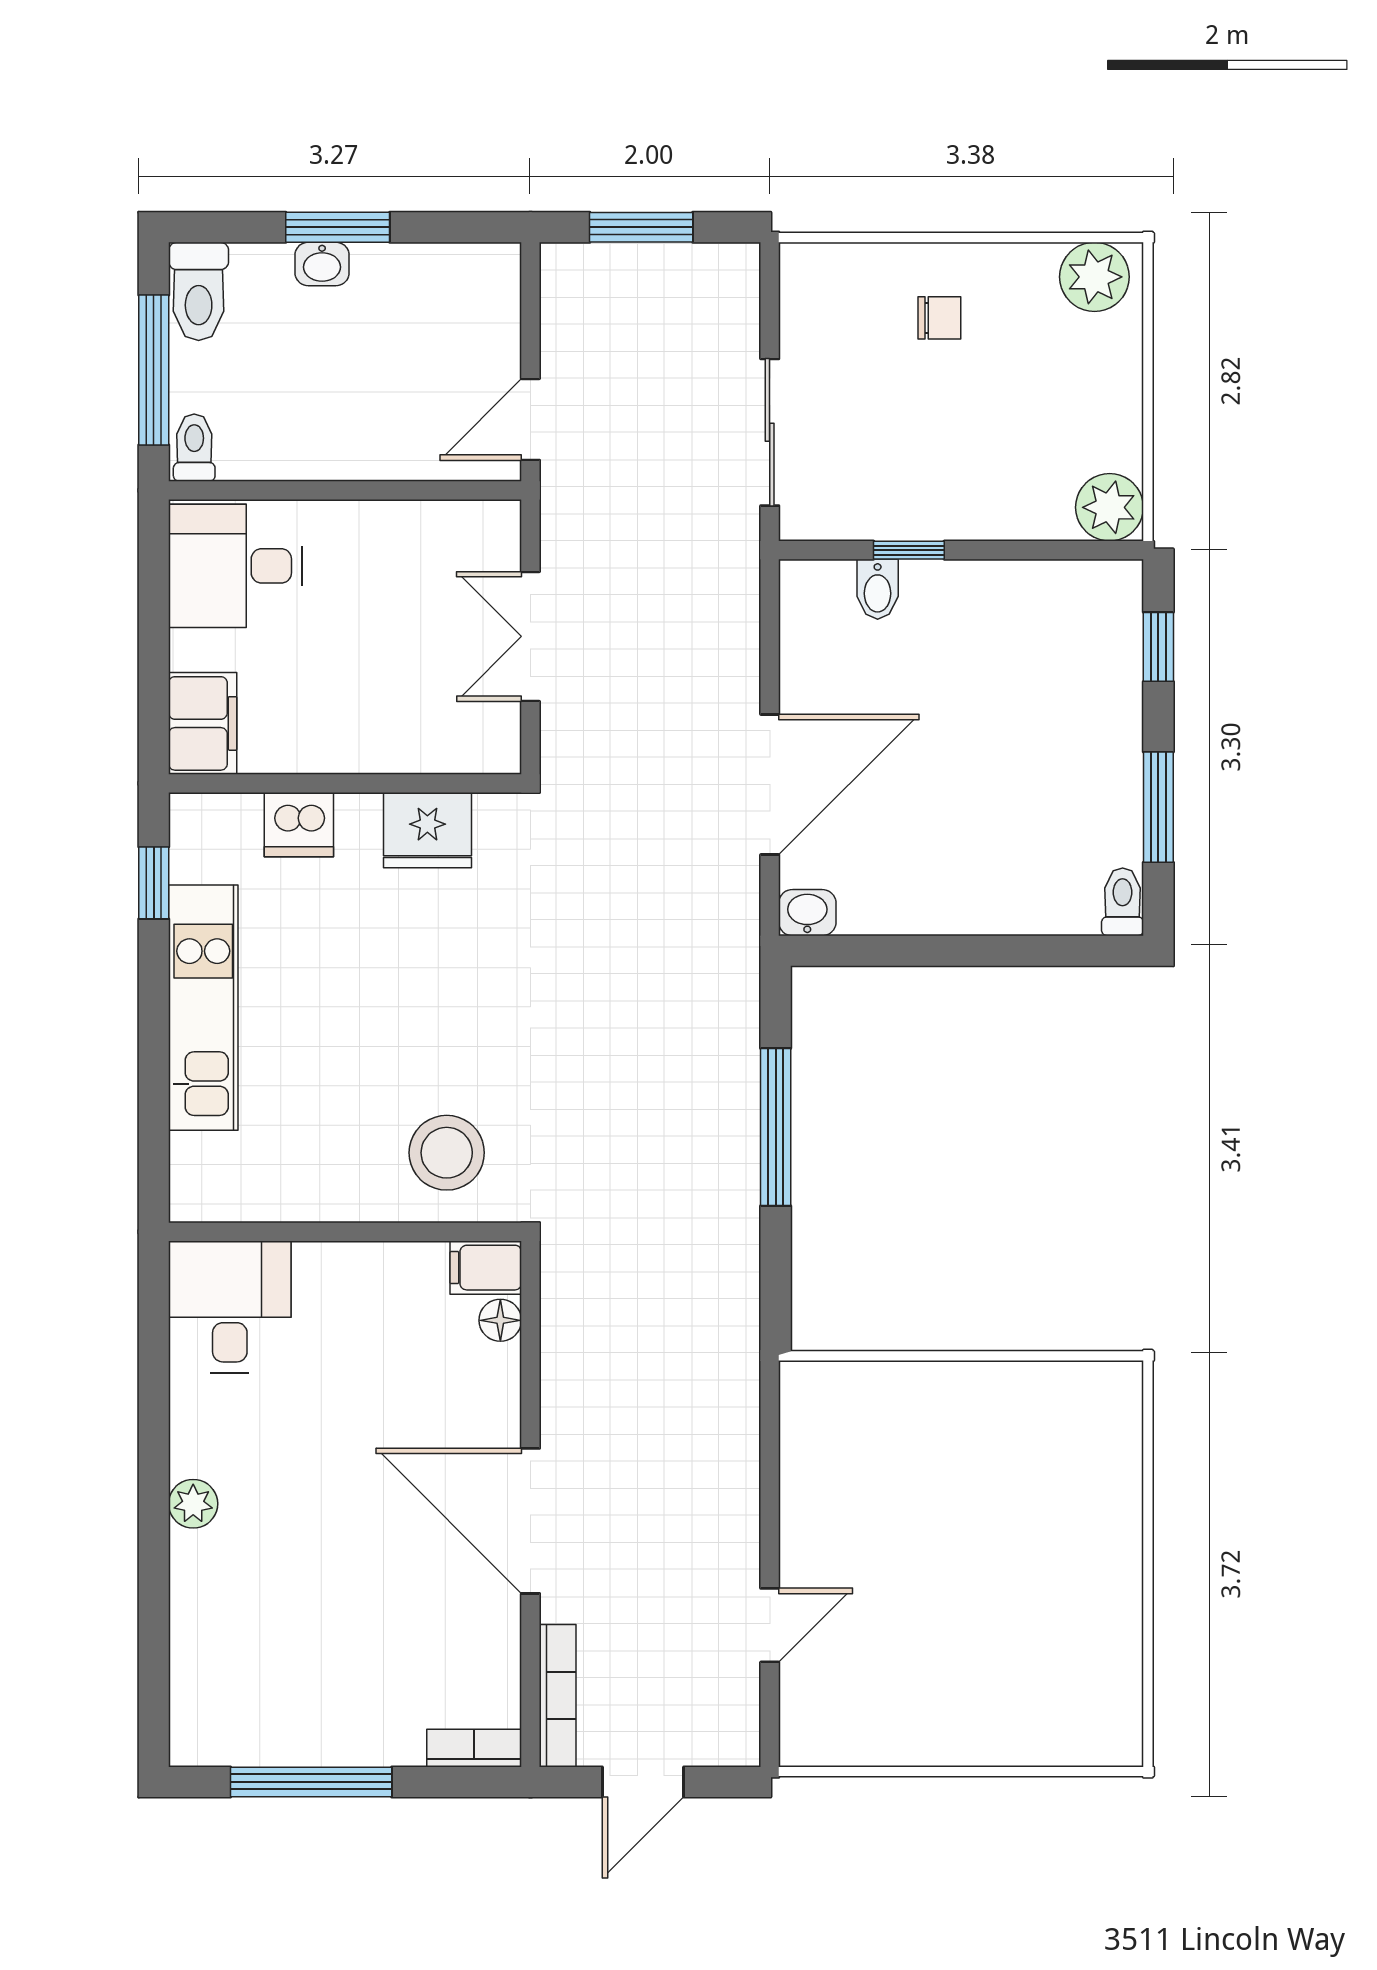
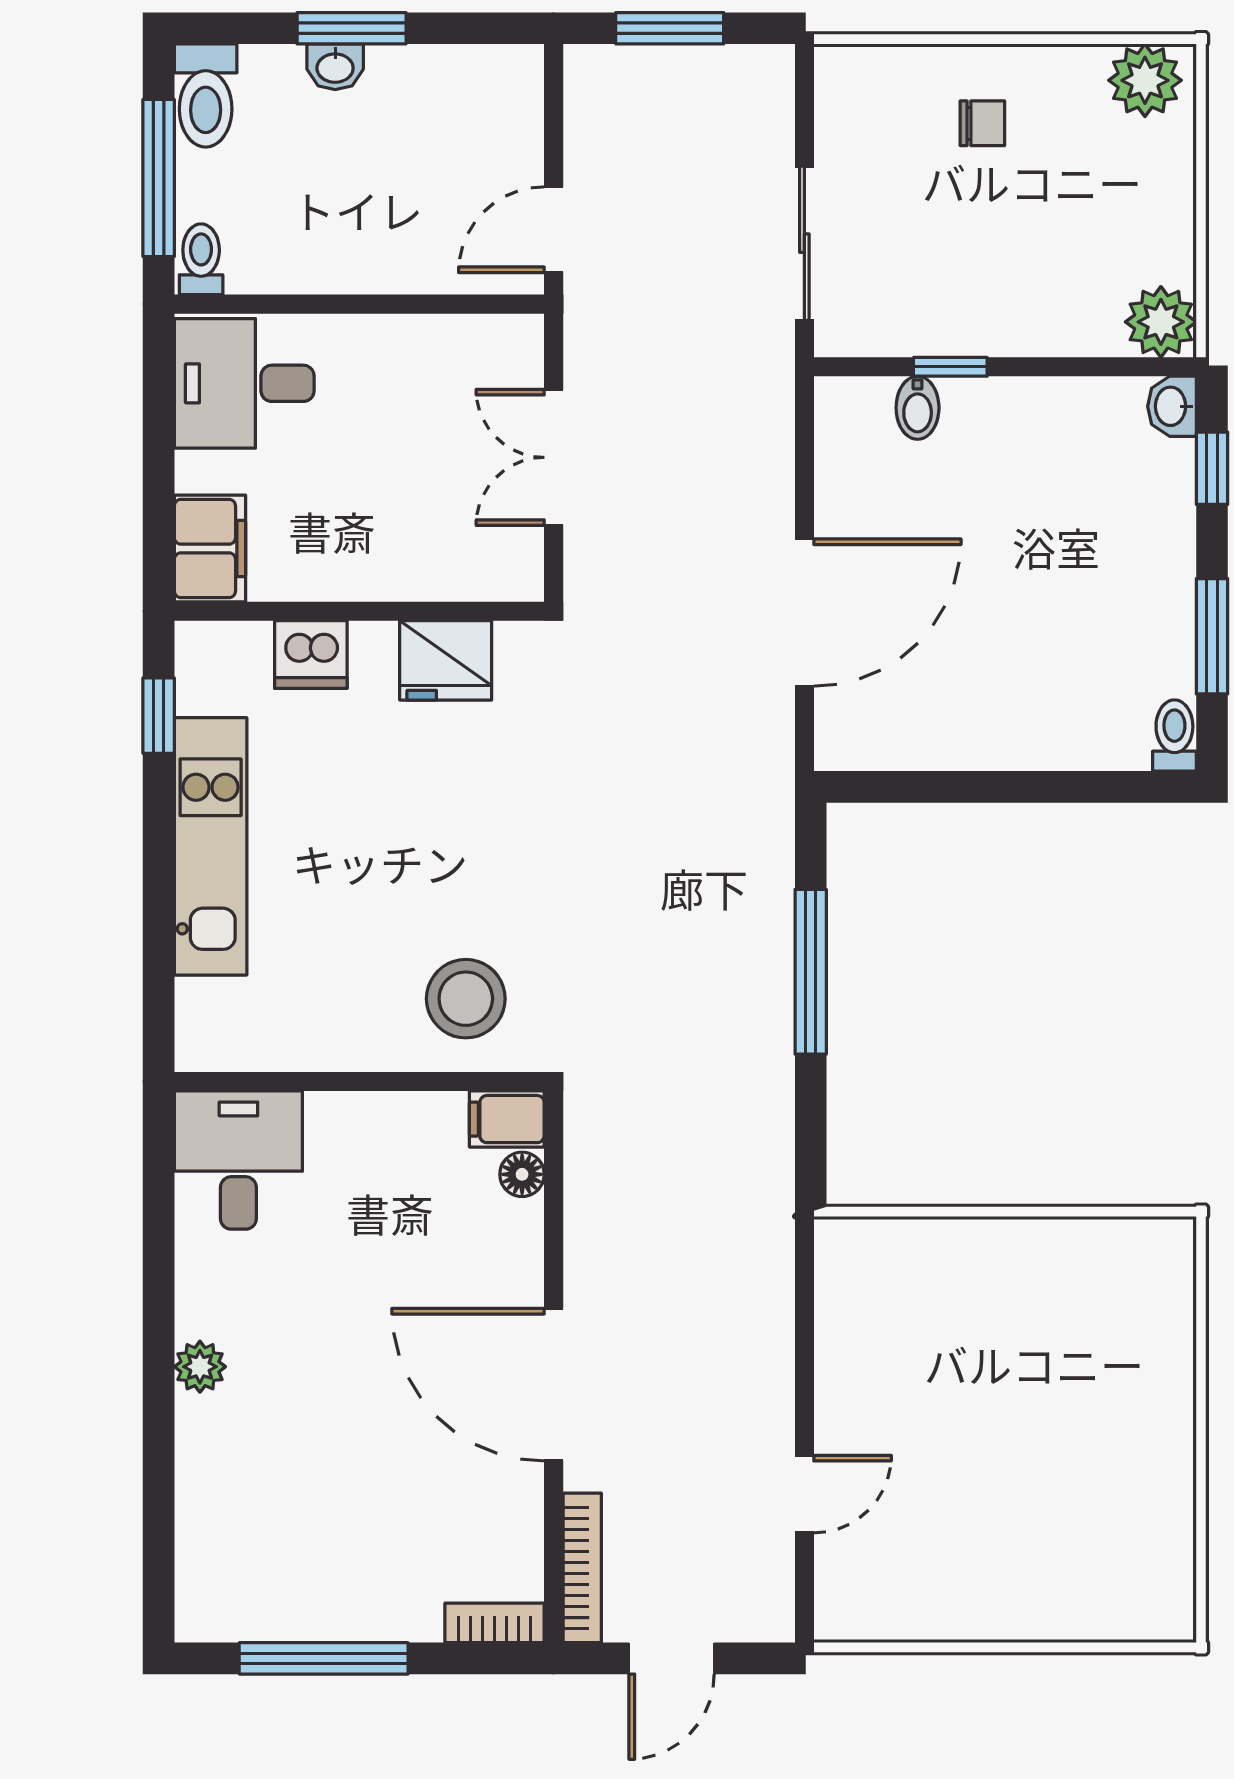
washbasin: (807, 913) -> (1172, 406), moved, turned -90

